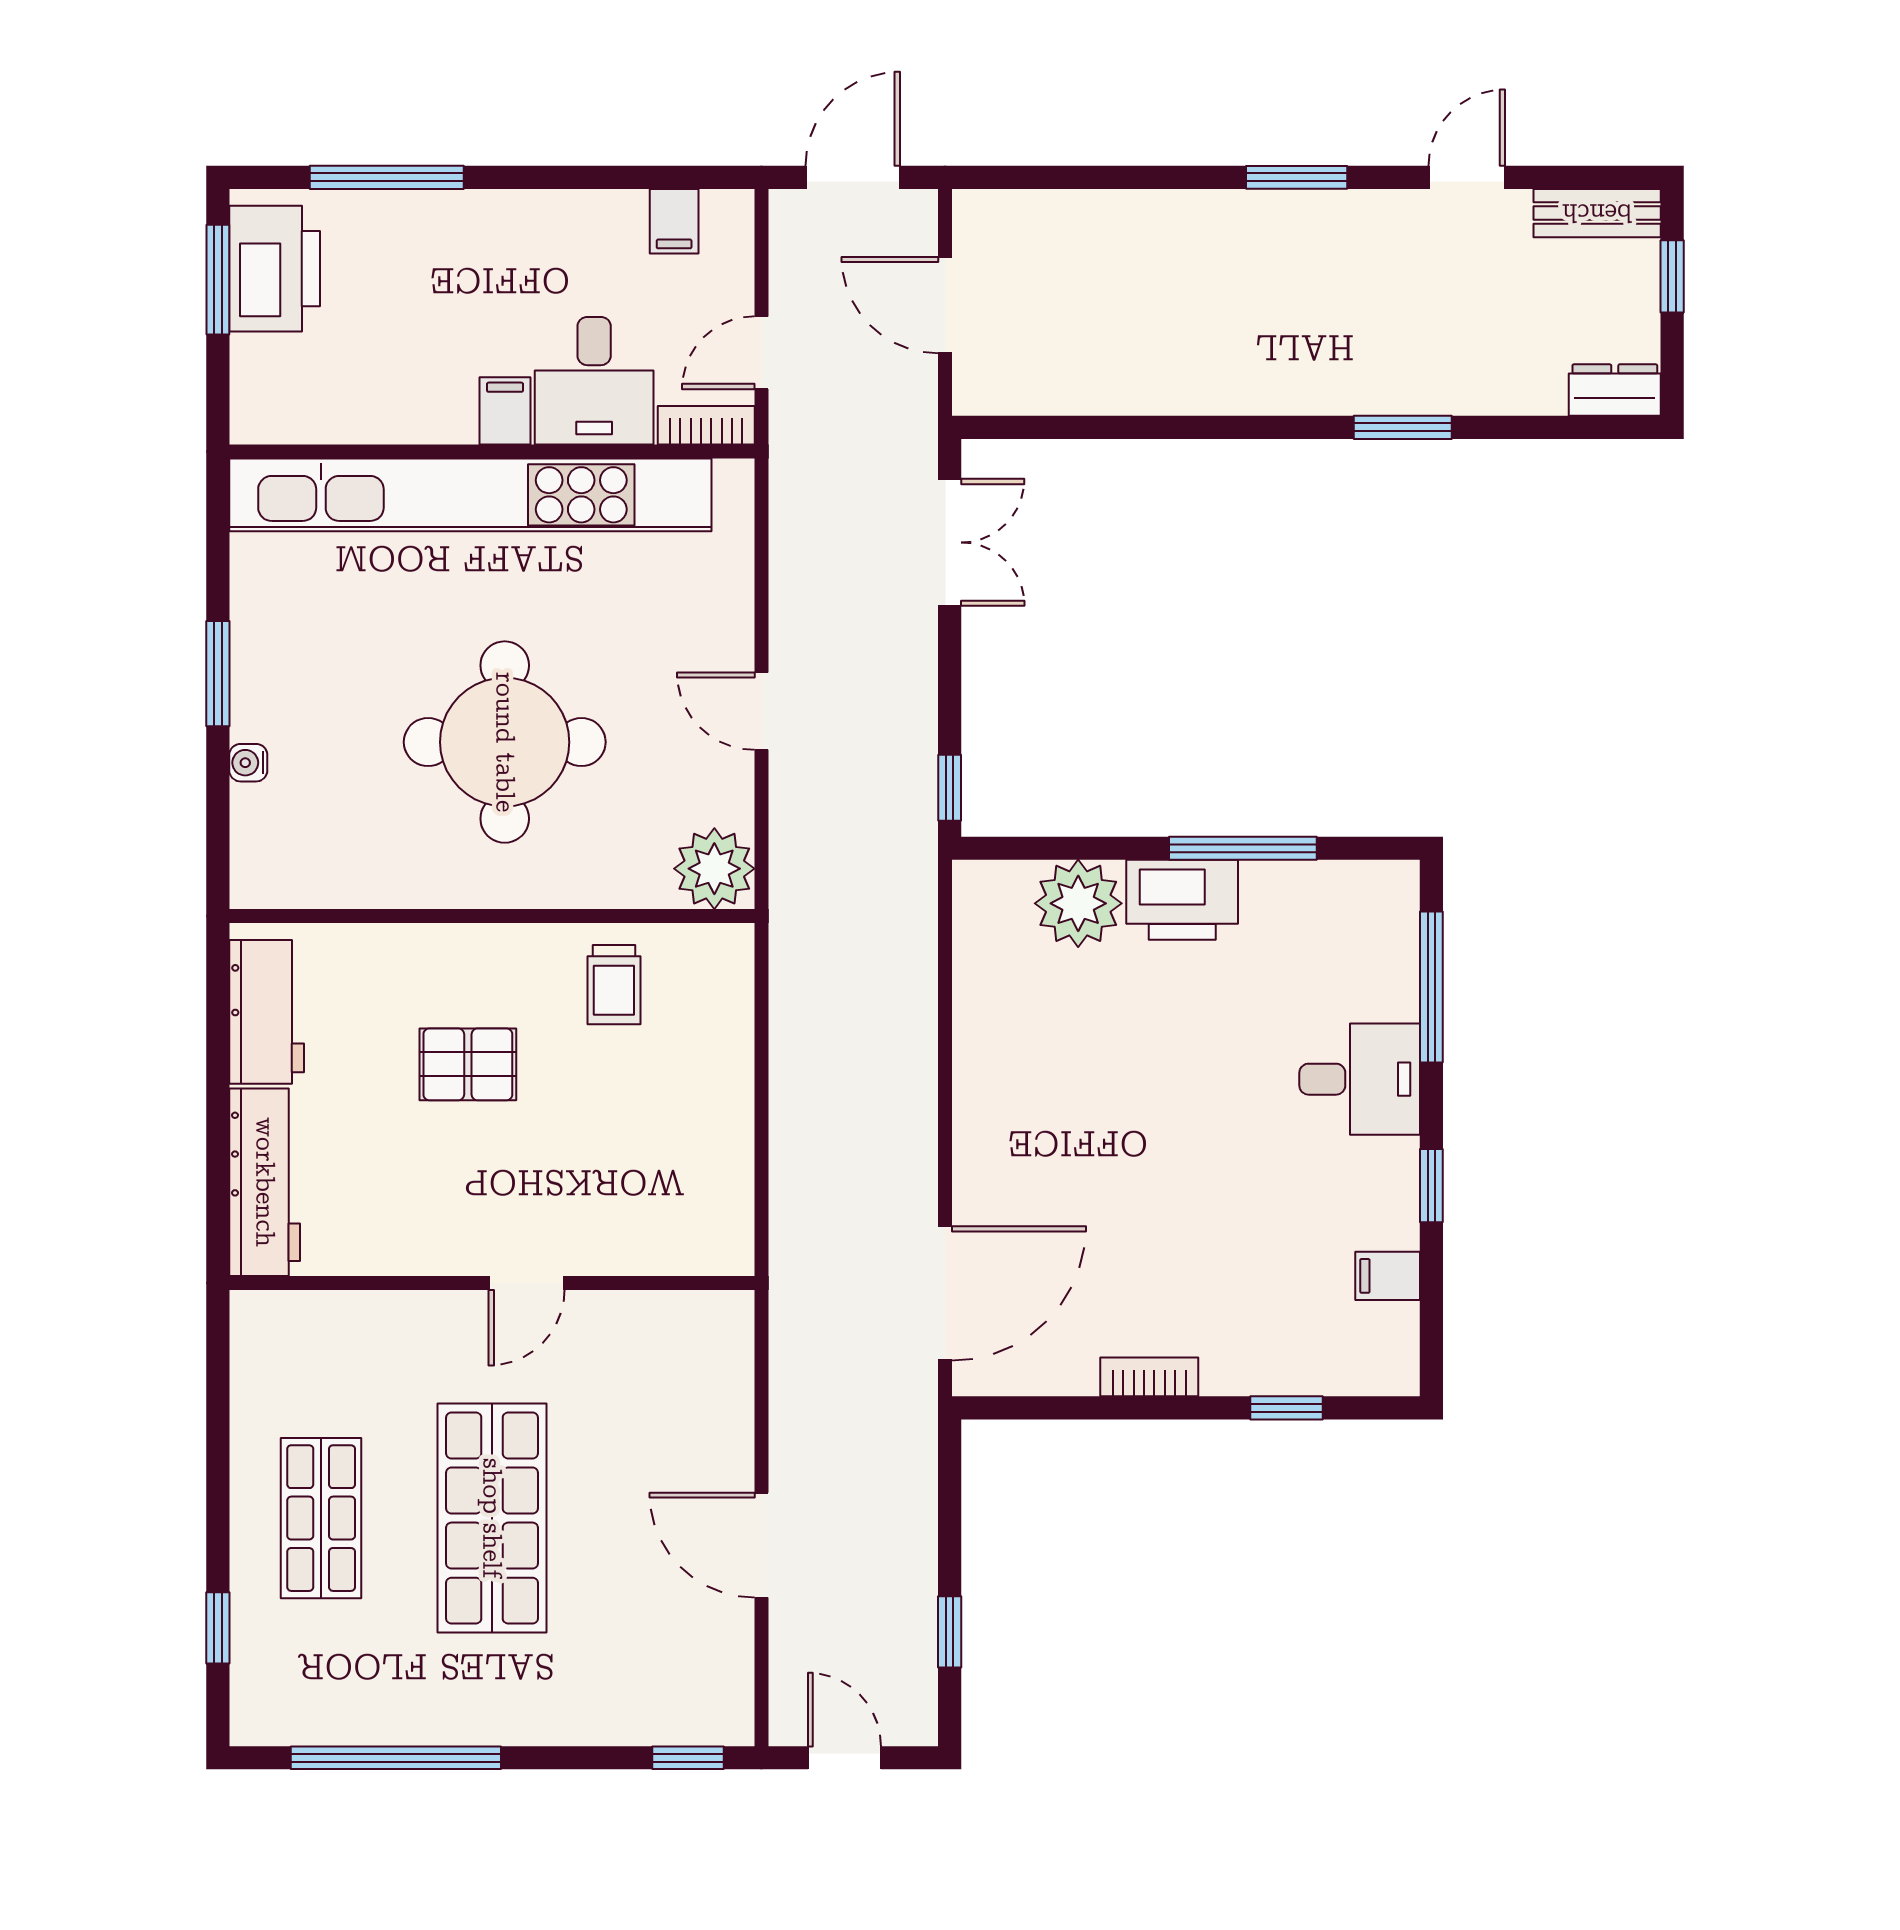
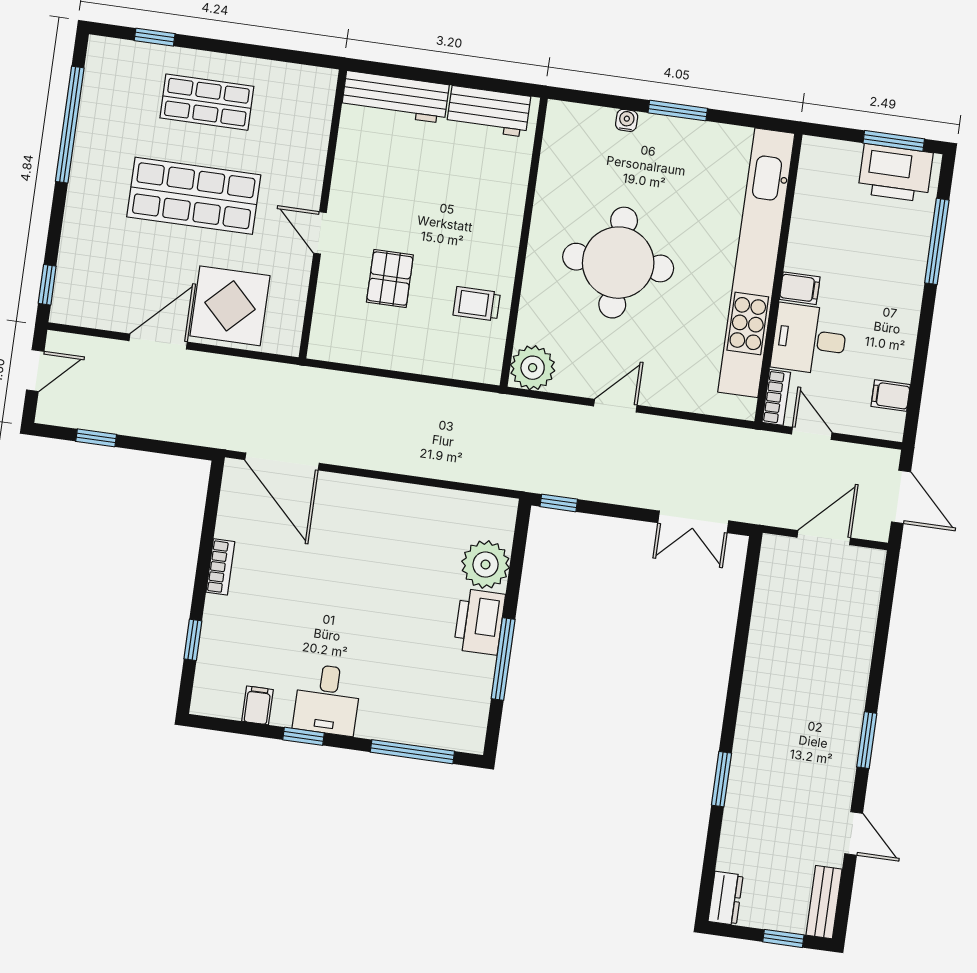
pallet: (468, 1064) -> (390, 279), moved
desk: (1360, 1079) -> (327, 700), moved
display table: (680, 1425) -> (230, 306), added

